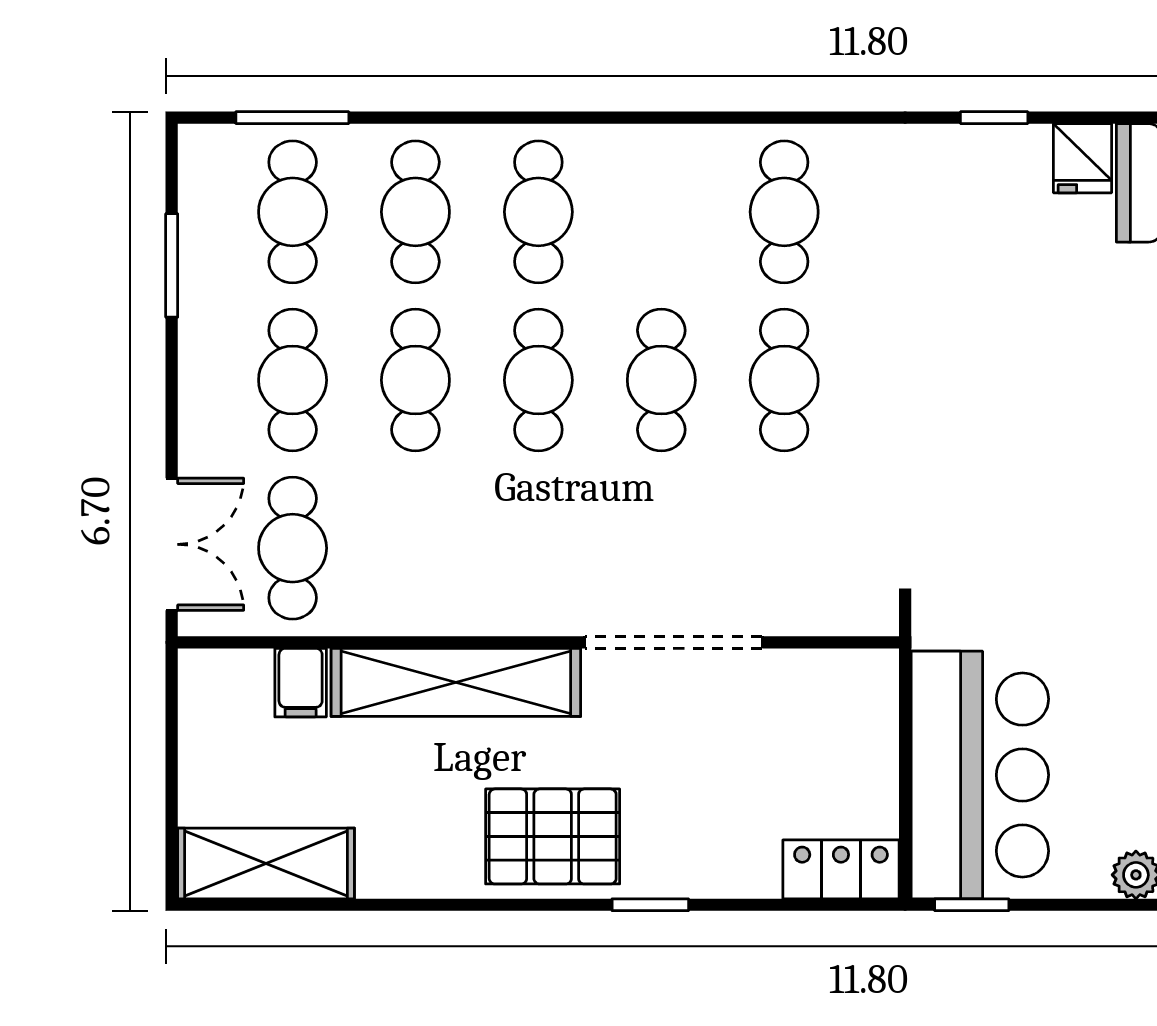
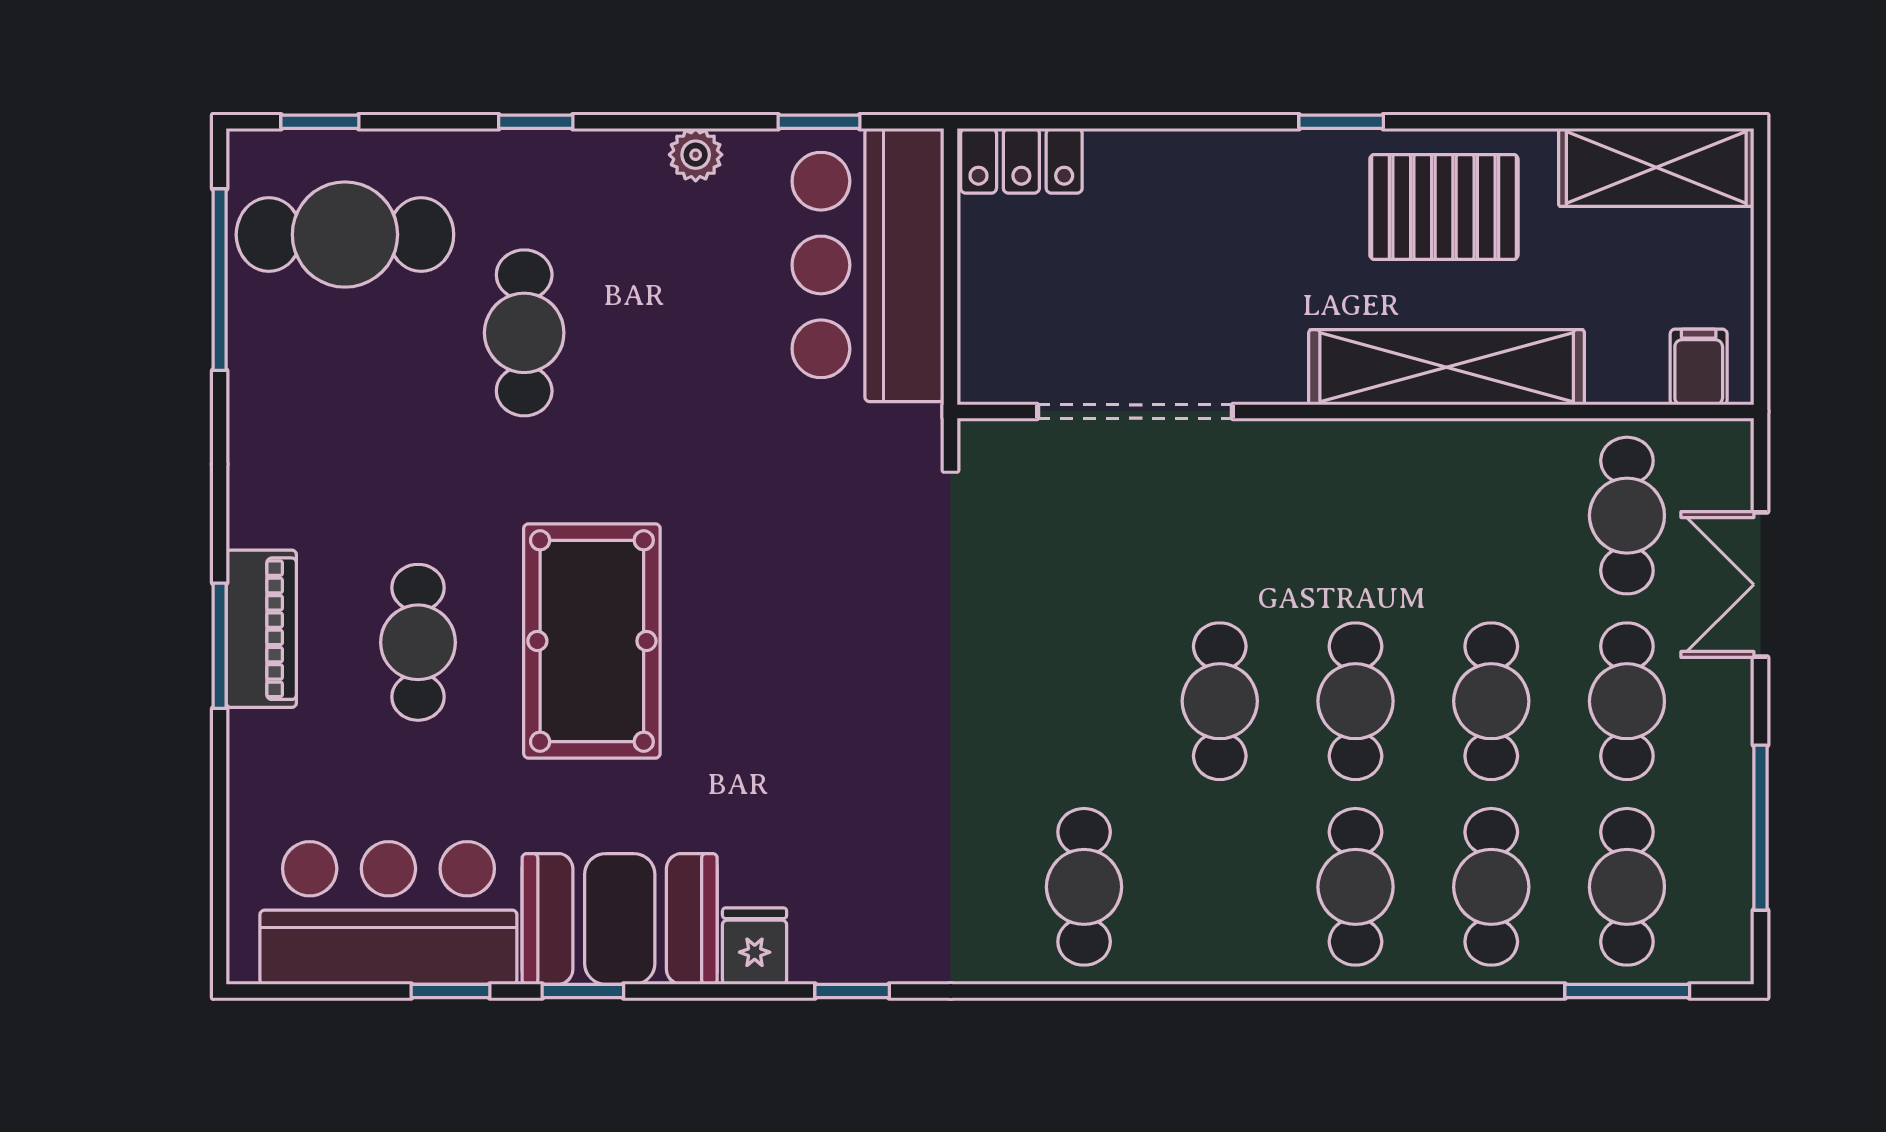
window: (172, 265) -> (1760, 828), width x1.44
cafe table: (784, 380) -> (1084, 701), removed
double door: (172, 544) -> (1760, 585), moved
doorway: (674, 642) -> (1135, 411), moved
filing cabinet: (301, 683) -> (1699, 367), moved
pallet: (553, 836) -> (1444, 207), moved
window: (650, 905) -> (1341, 122), moved
window: (972, 905) -> (819, 122), moved

